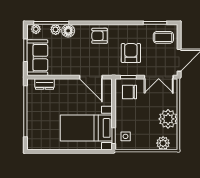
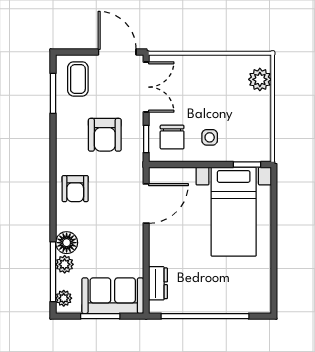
armchair: (131, 53) -> (105, 135), turned -90
plant: (168, 119) -> (218, 71), removed
side table: (126, 136) -> (210, 137), moved

